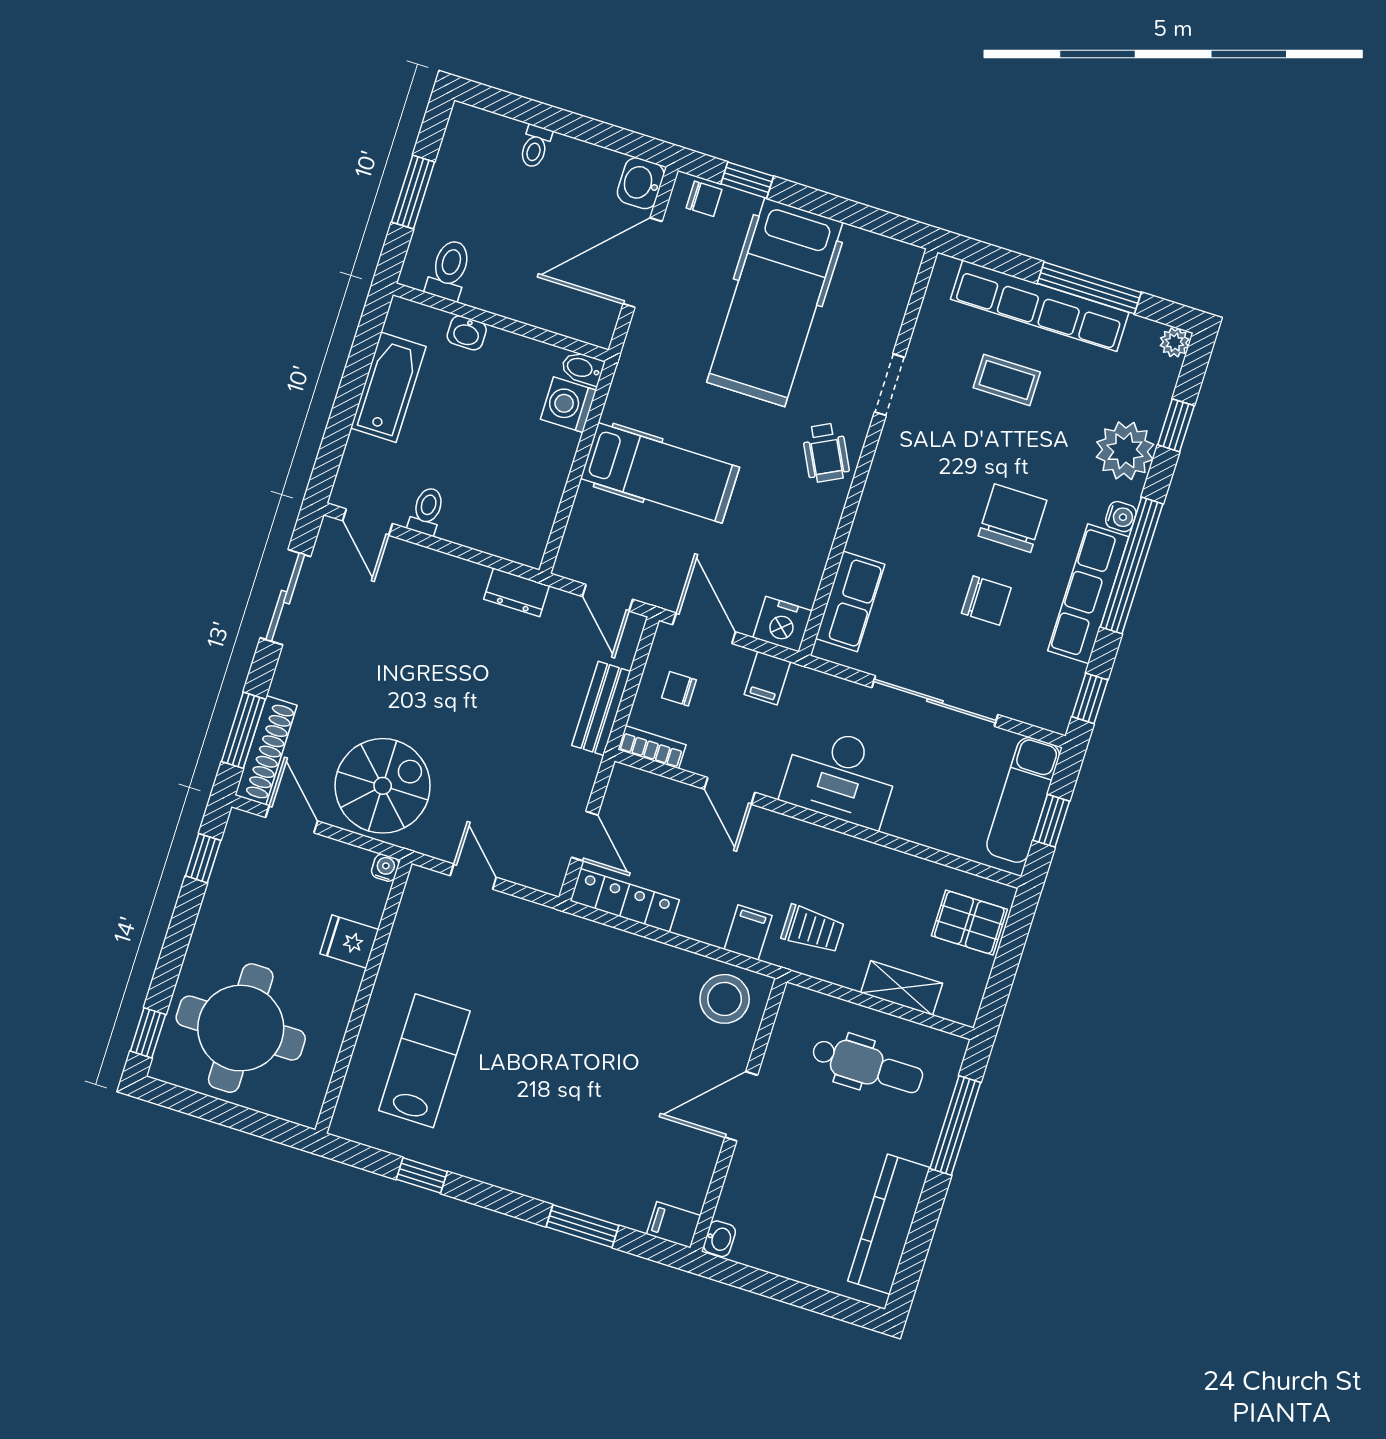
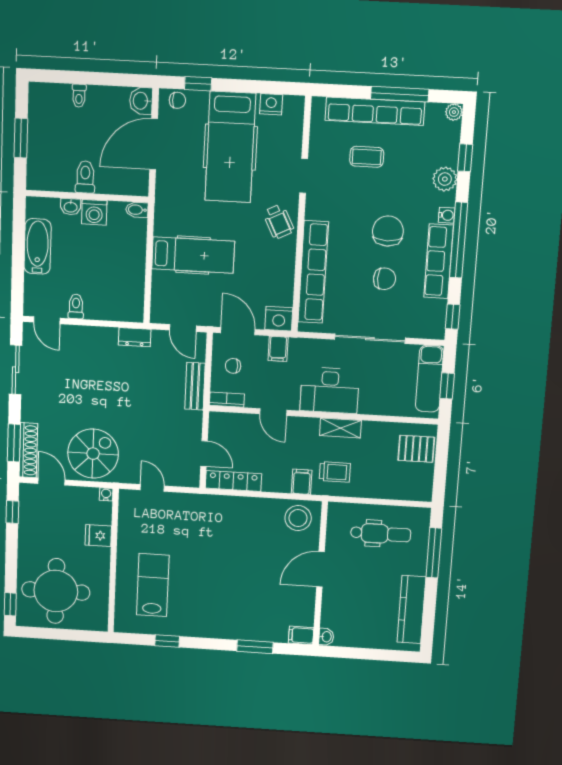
nightstand: (864, 248) -> (271, 104), added
toilet: (449, 270) -> (85, 177), moved
washing machine: (568, 405) -> (94, 212), moved, turned -90
plant: (1125, 451) -> (445, 179), width x0.73, depth x0.73
row of seats: (850, 601) -> (313, 272), width x2.02
shelving: (902, 988) -> (340, 428), moved

